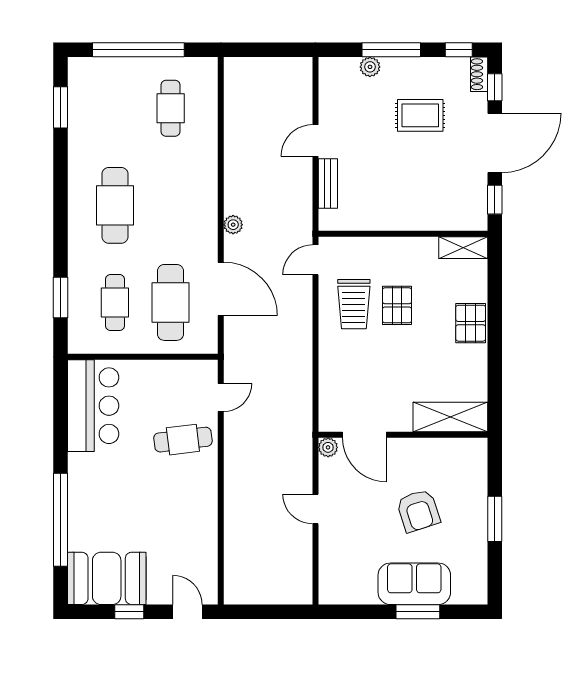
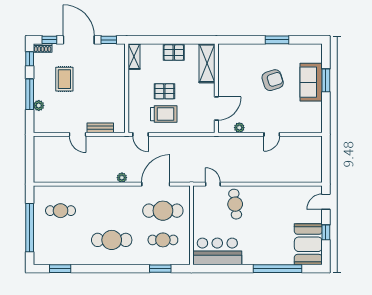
shelving: (450, 417) -> (207, 63), moved
door: (364, 435) -> (216, 108), moved
wall: (403, 435) -> (216, 88), moved

